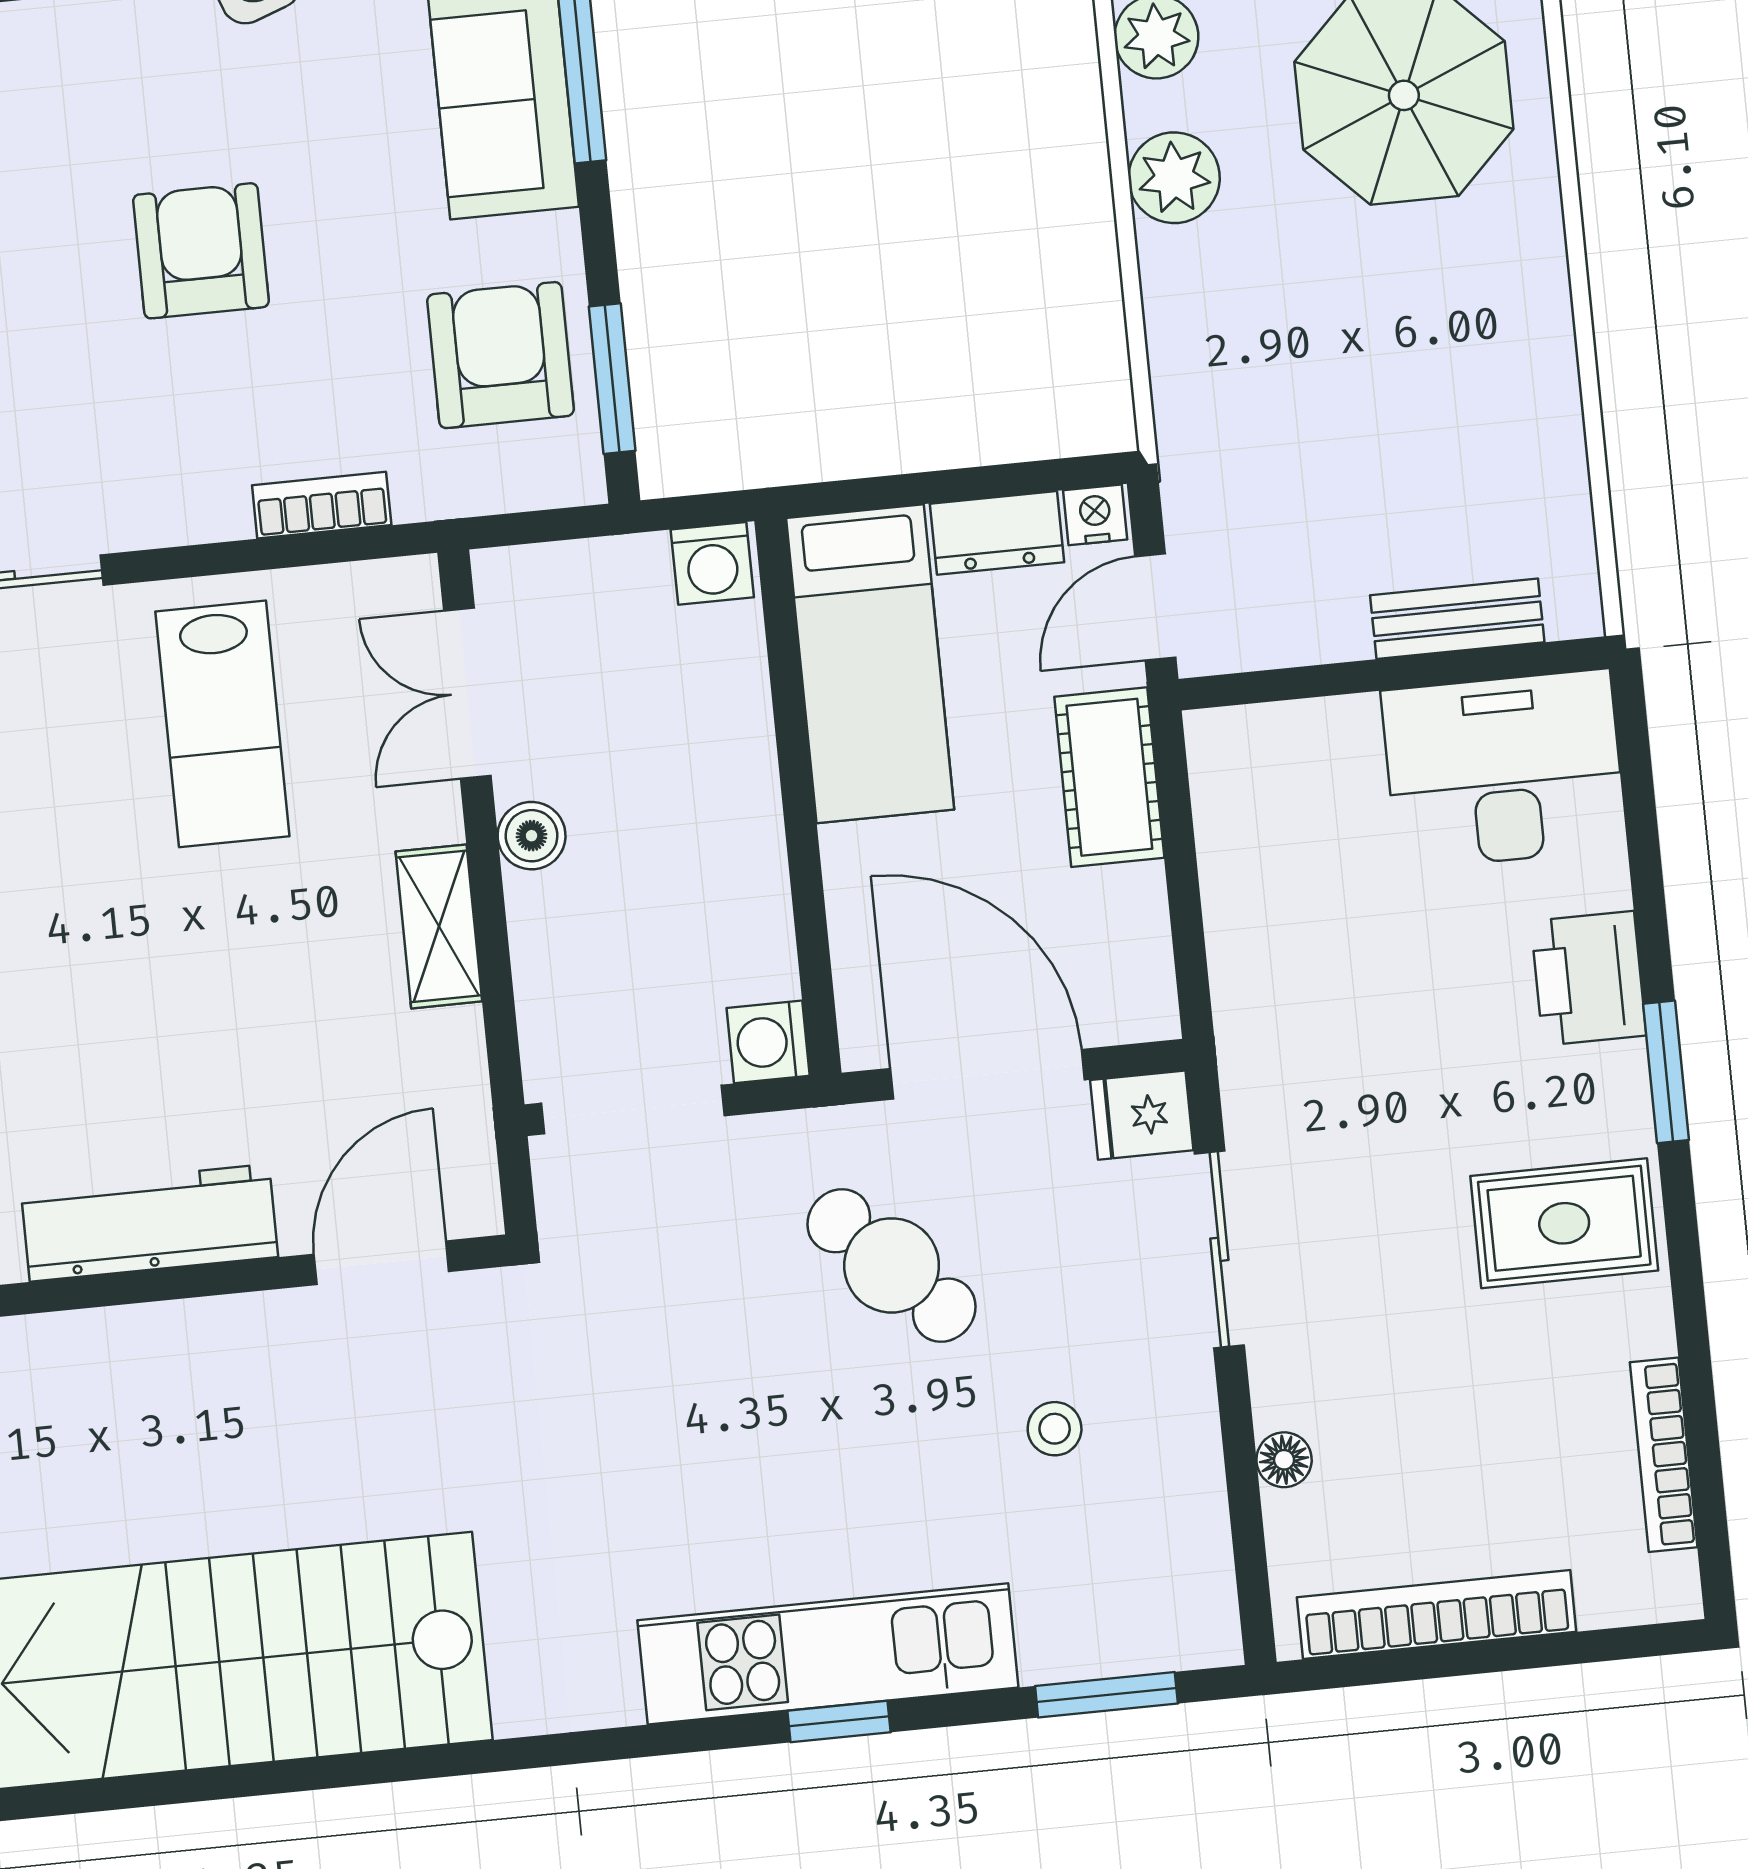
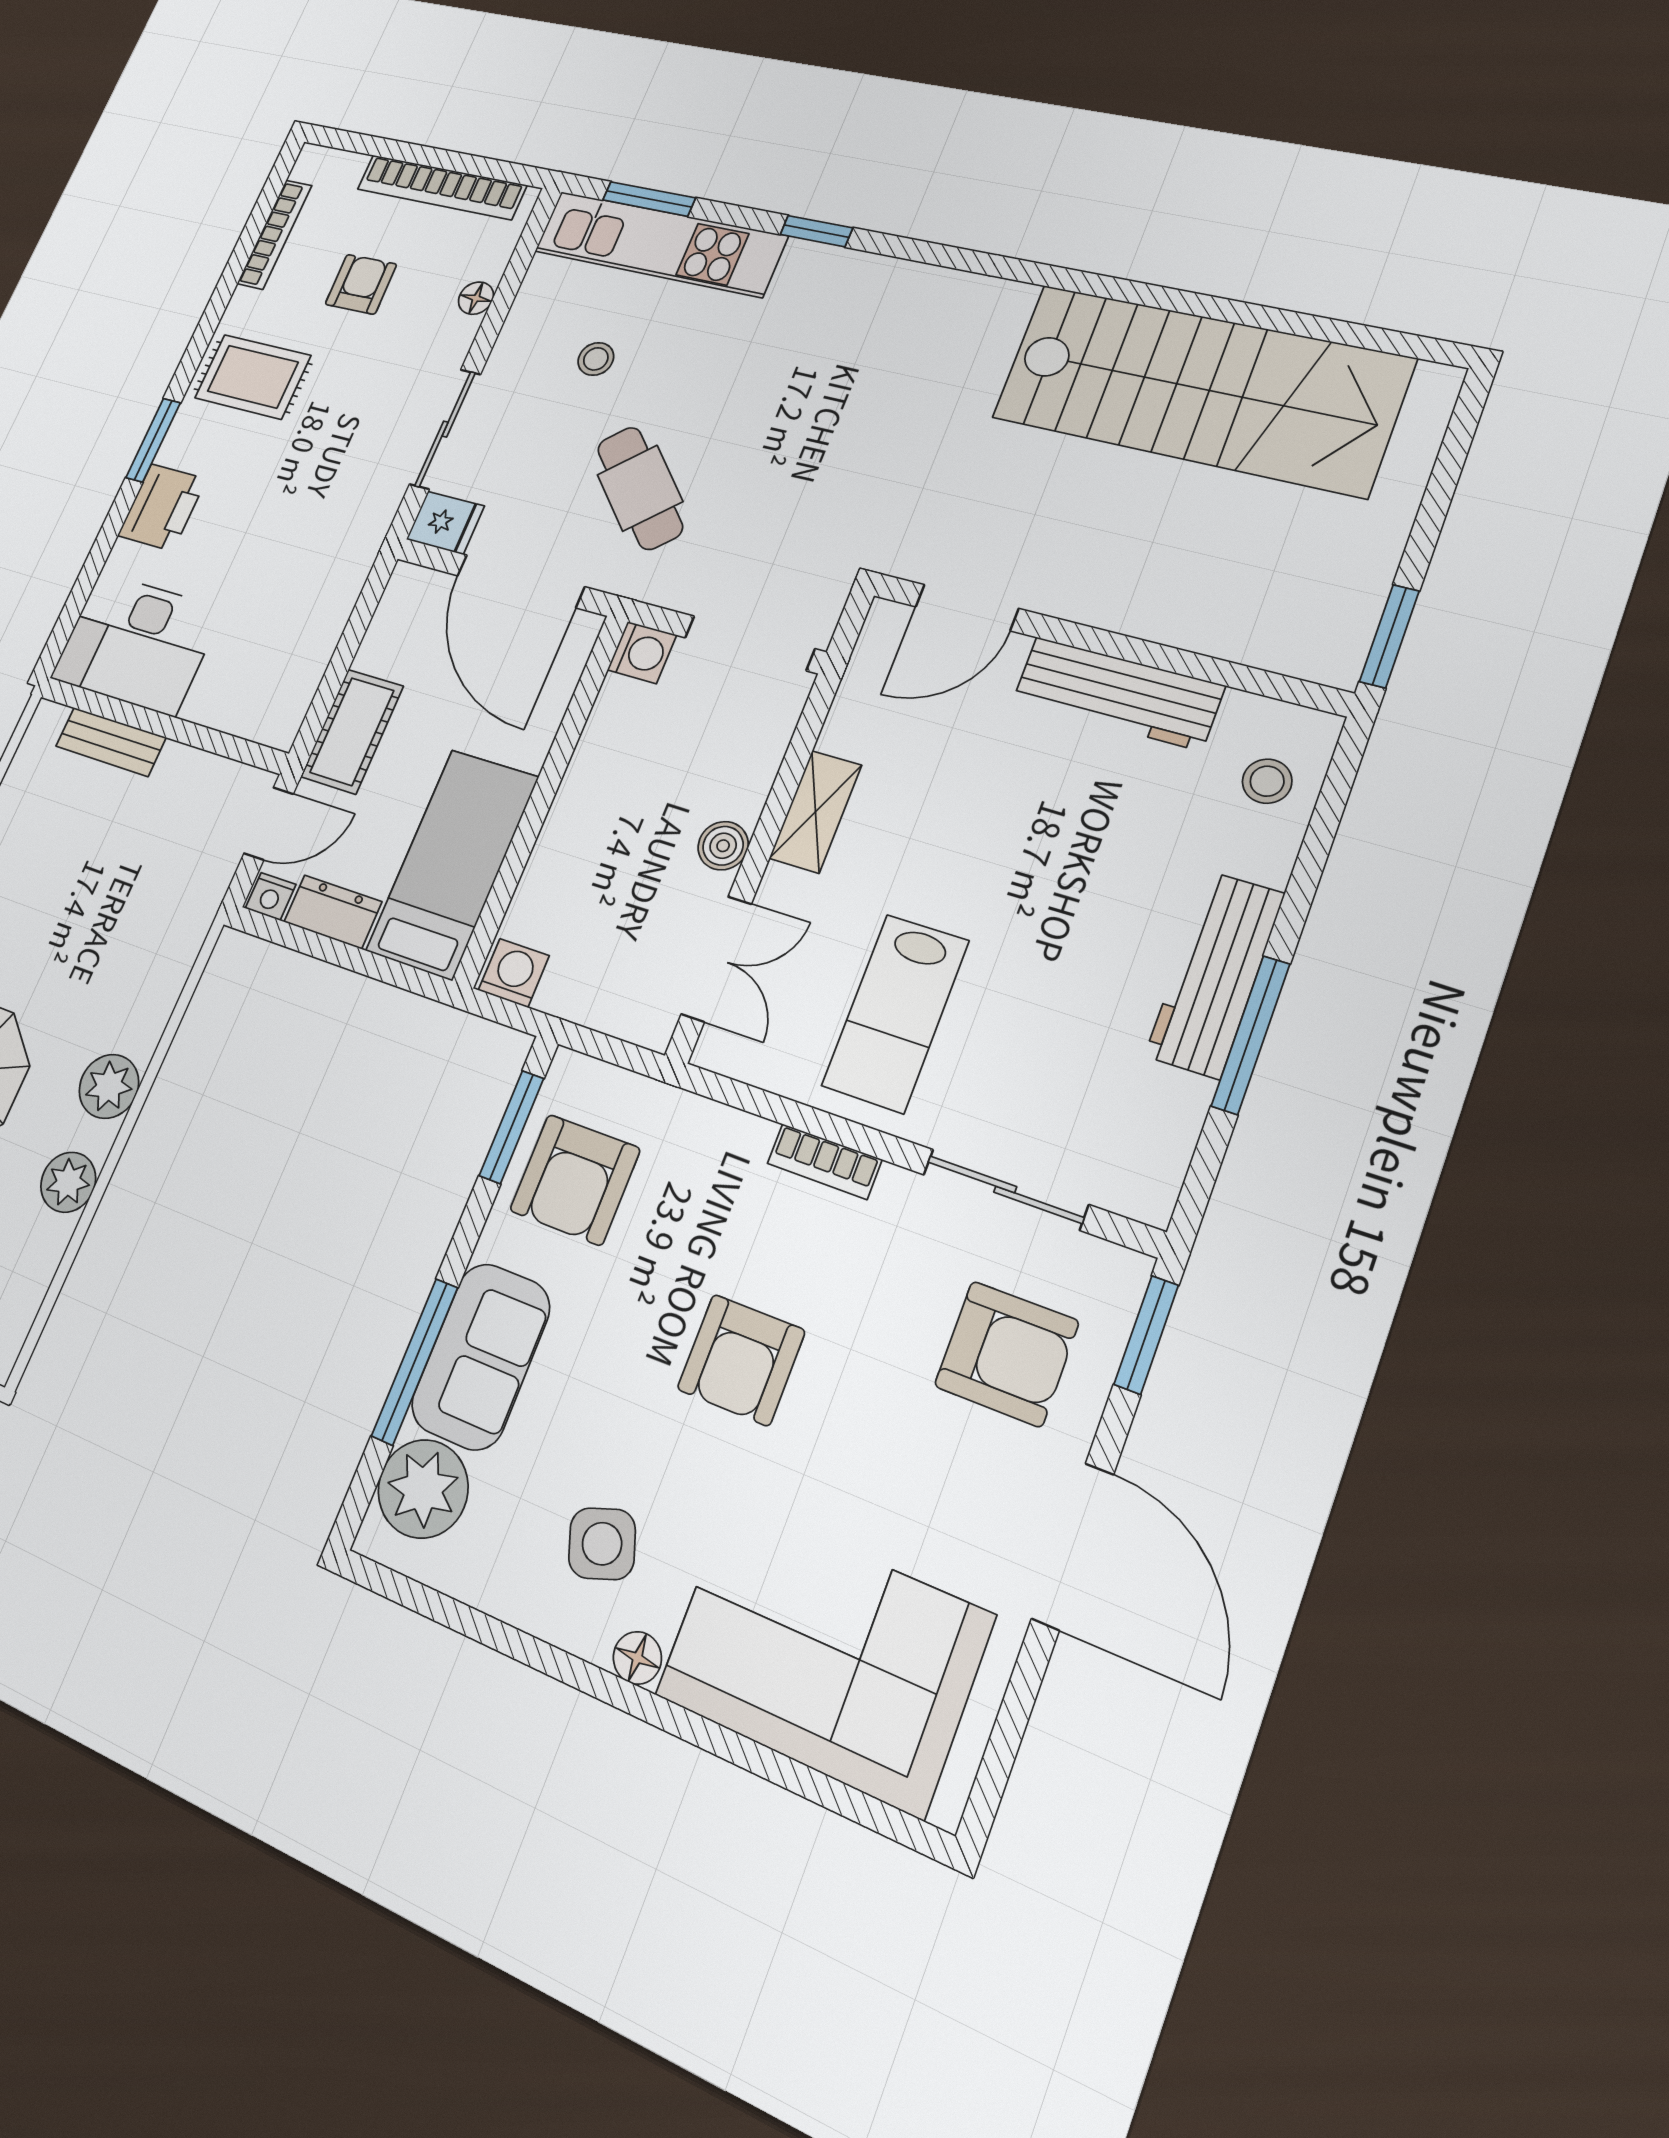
bookcase: (322, 505) -> (824, 1161), moved
lab bench: (222, 724) -> (895, 1013), turned 180
armchair: (1476, 1422) -> (361, 284), added
kitchen unit: (828, 1654) -> (660, 244), moved

